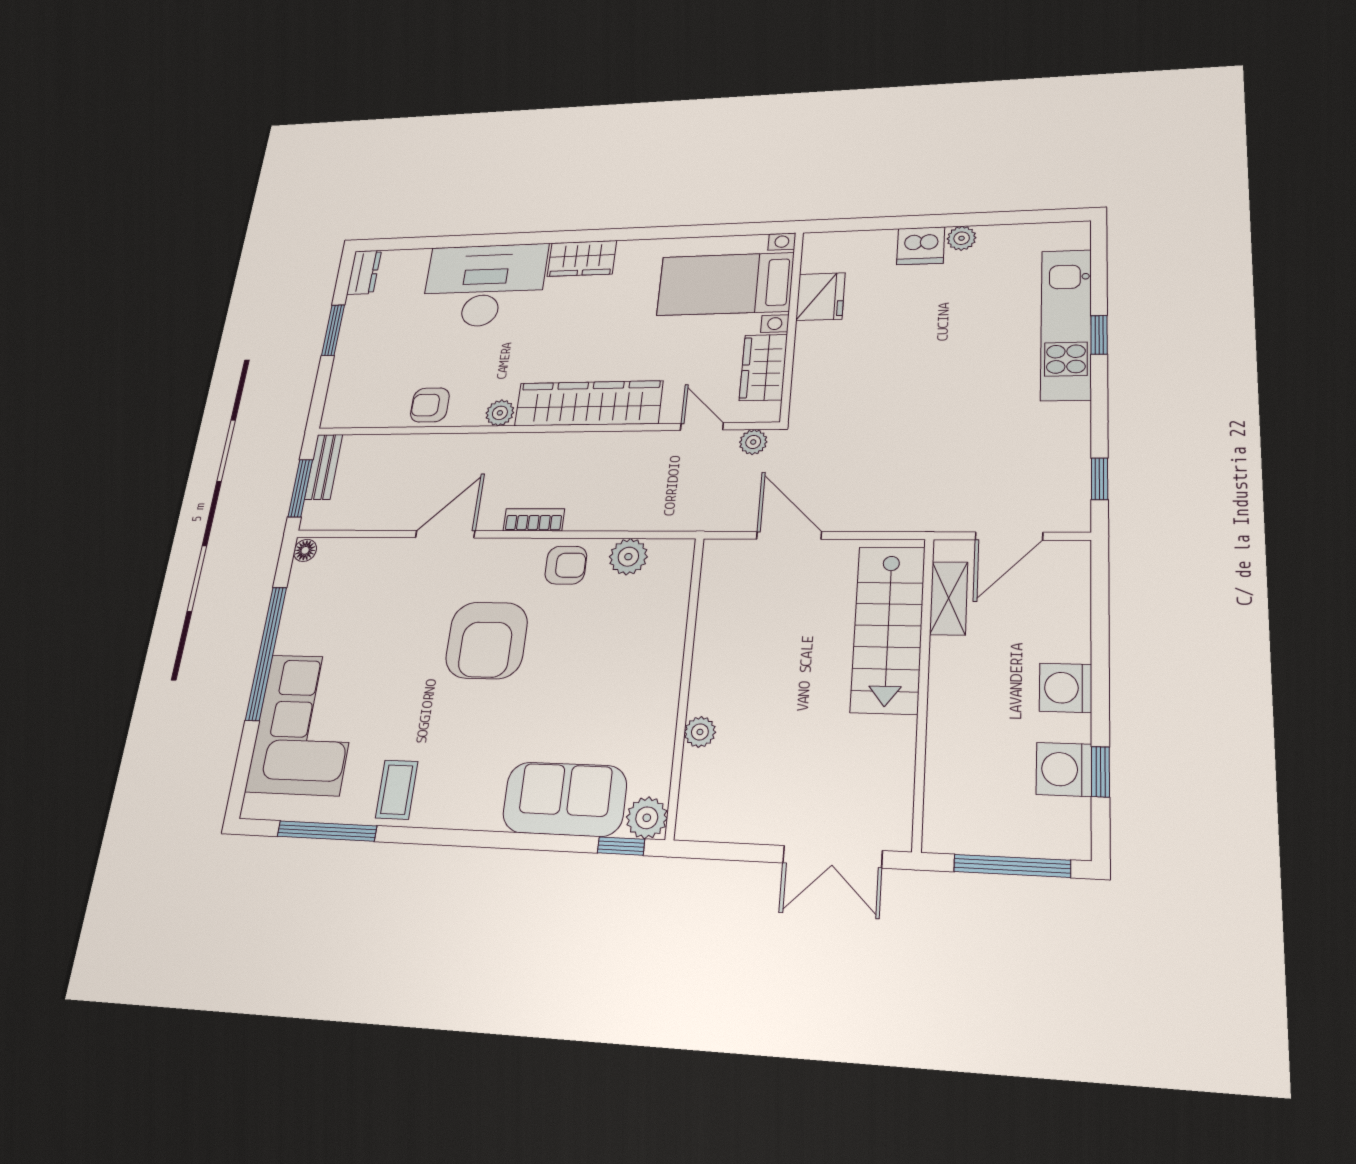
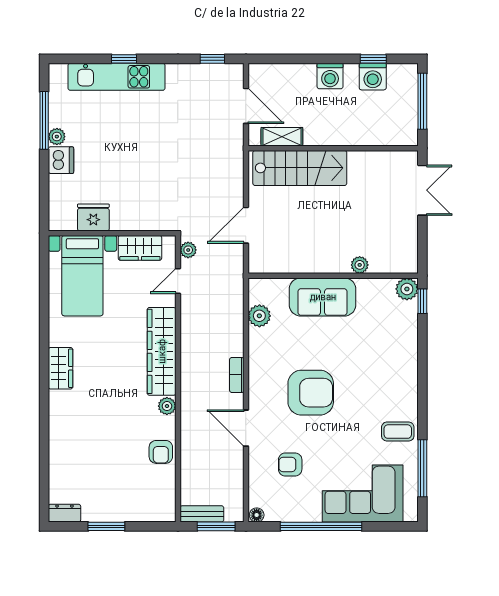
window: (990, 219) -> (44, 120), added
desk: (484, 285) -> (77, 430), removed
armchair: (566, 565) -> (290, 464), moved, turned -90
sofa: (565, 799) -> (323, 297), moved, turned -90

